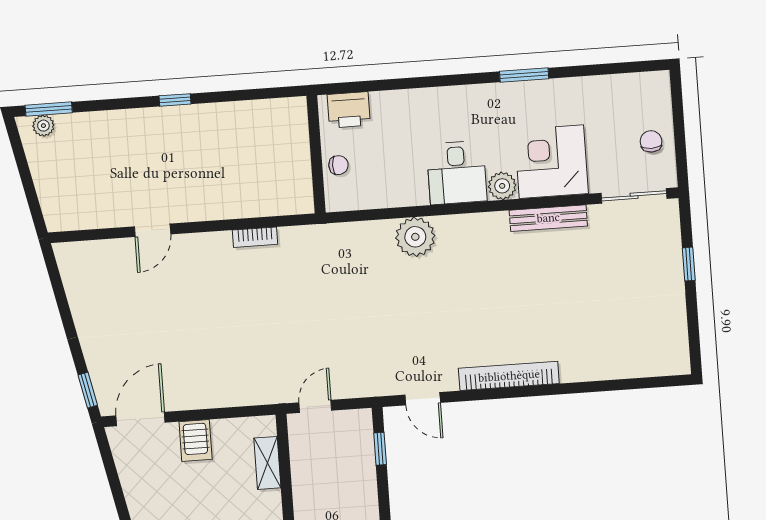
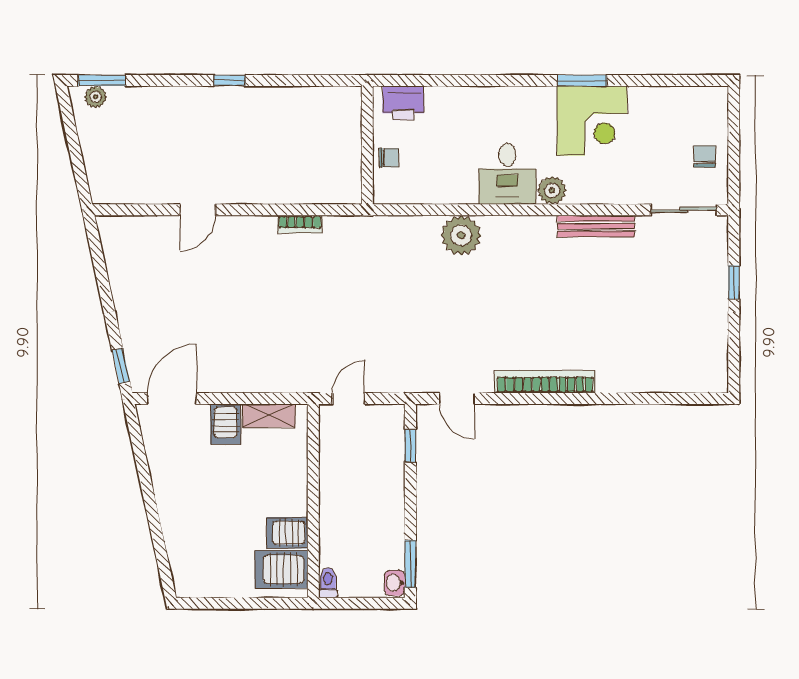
corner desk: (551, 162) -> (592, 121), moved, turned 180
shelving: (267, 463) -> (269, 416), moved, turned 90

